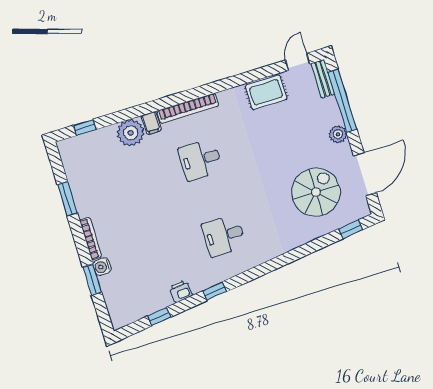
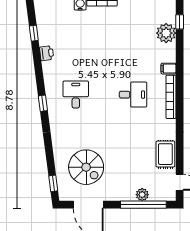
bench: (323, 79) -> (163, 196), removed
plant: (131, 133) -> (166, 33), moved
plant: (338, 134) -> (142, 195), moved
desk: (200, 160) -> (133, 95), turned 90
window: (214, 291) -> (43, 103), moved

